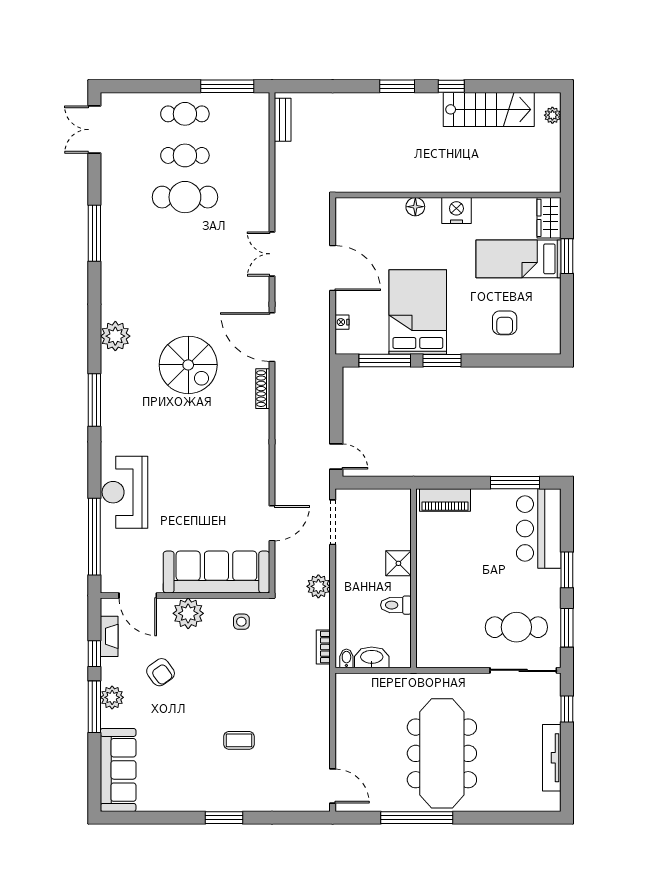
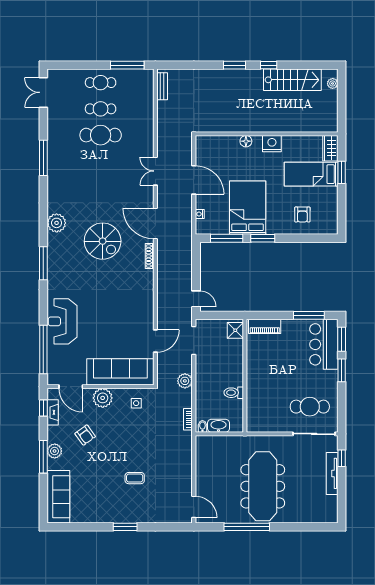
shower: (398, 563) -> (235, 330), moved
window: (567, 628) -> (342, 339), moved
window: (94, 654) -> (43, 408), moved
tv unit: (552, 758) -> (332, 473), moved

